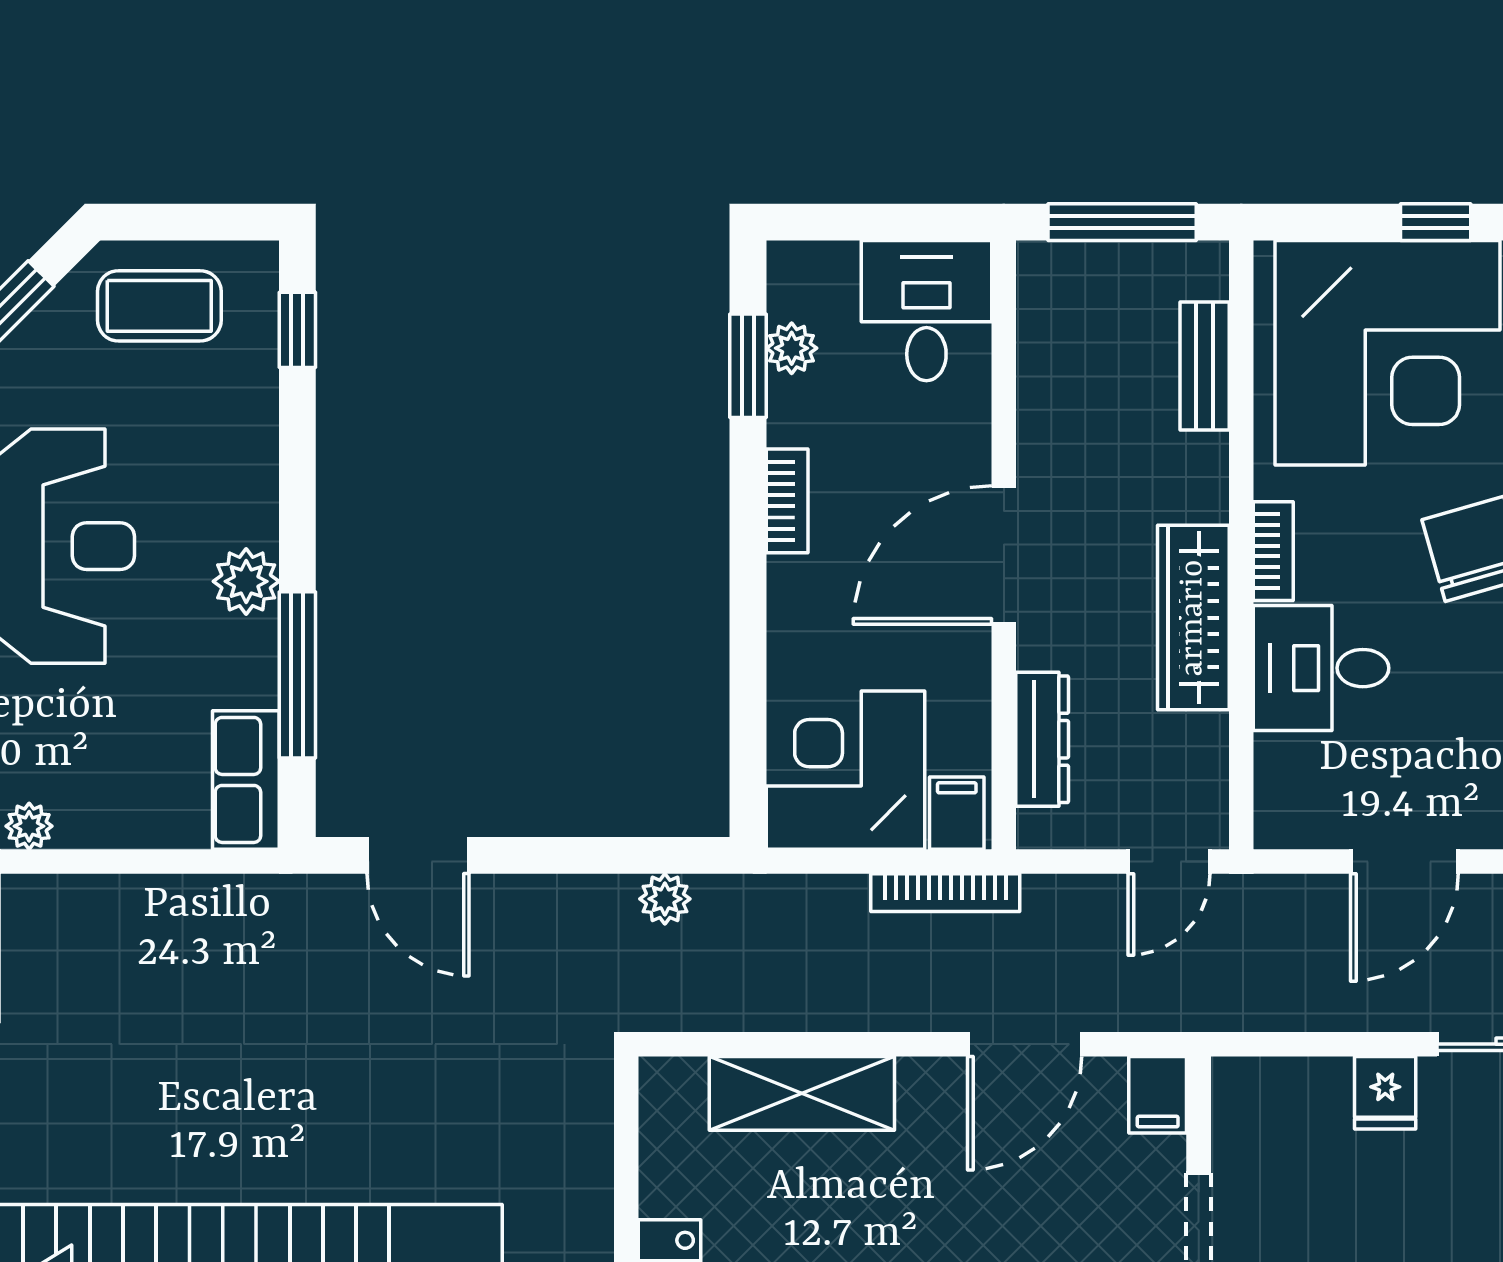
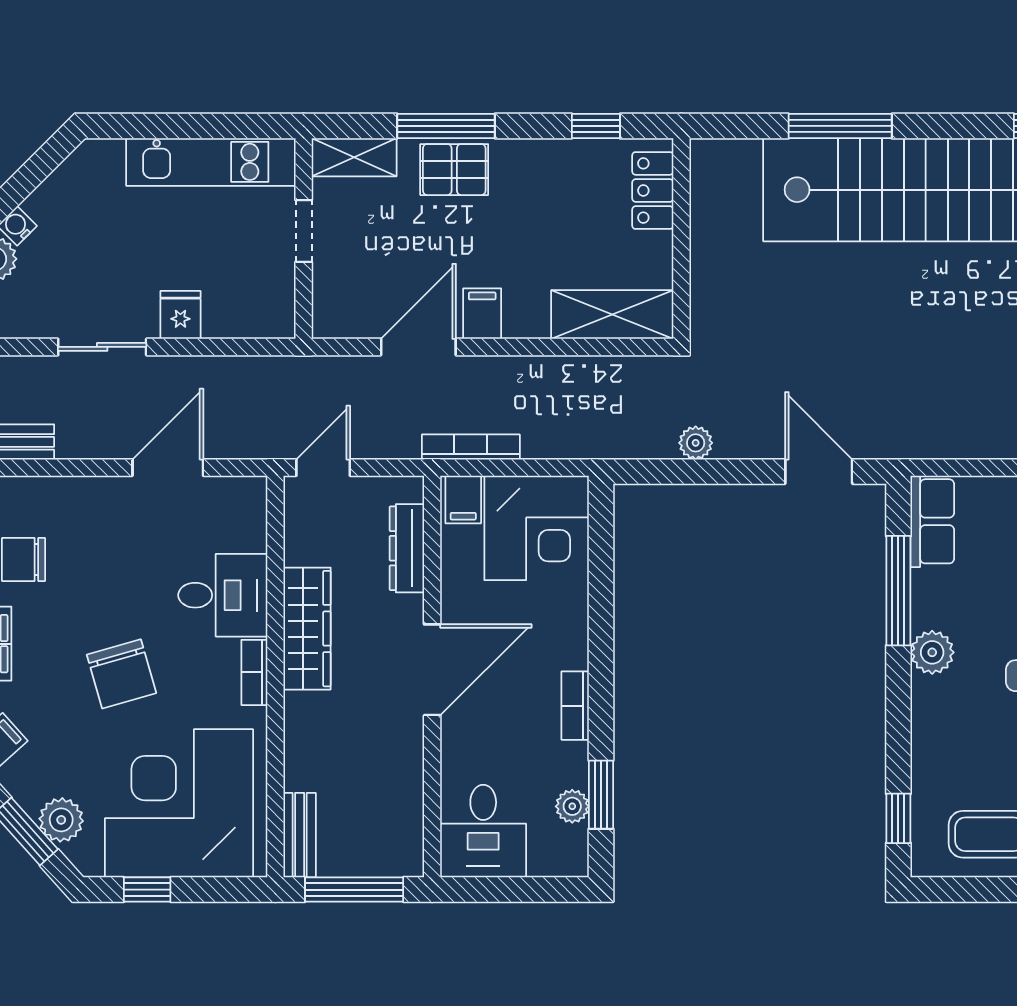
bench: (1205, 366) -> (300, 835), moved
plant: (665, 899) -> (696, 443), moved
shelving: (802, 1093) -> (612, 315), moved
filing cabinet: (1158, 1095) -> (482, 314), moved

